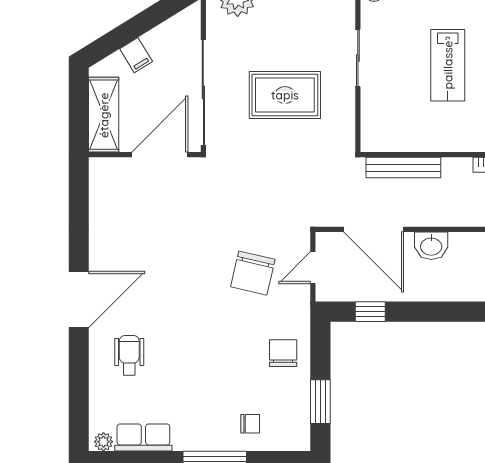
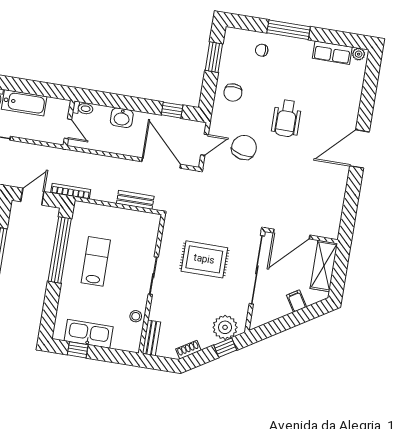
bench: (403, 168) -> (135, 200), width x0.73
washbasin: (431, 246) -> (122, 118), moved, turned 180
wheelchair: (129, 355) -> (286, 118), moved, width x1.36, depth x1.37

